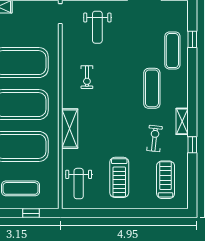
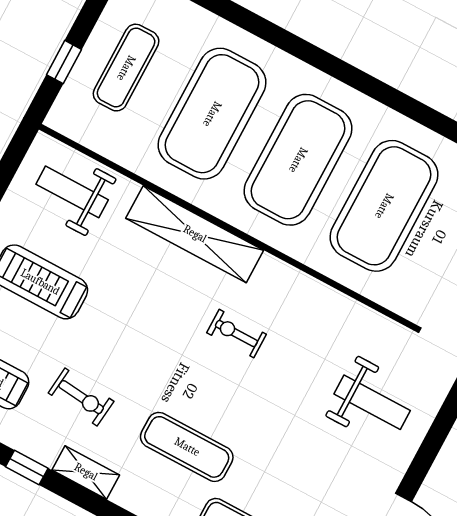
weight bench: (97, 27) -> (372, 402), turned 180
exercise bike: (87, 77) -> (236, 334), moved
shelving: (70, 129) -> (195, 234), width x1.47

